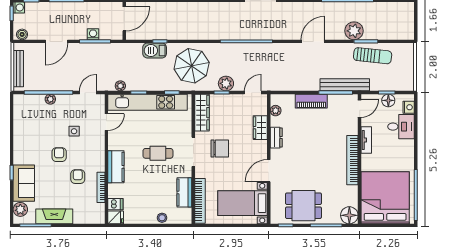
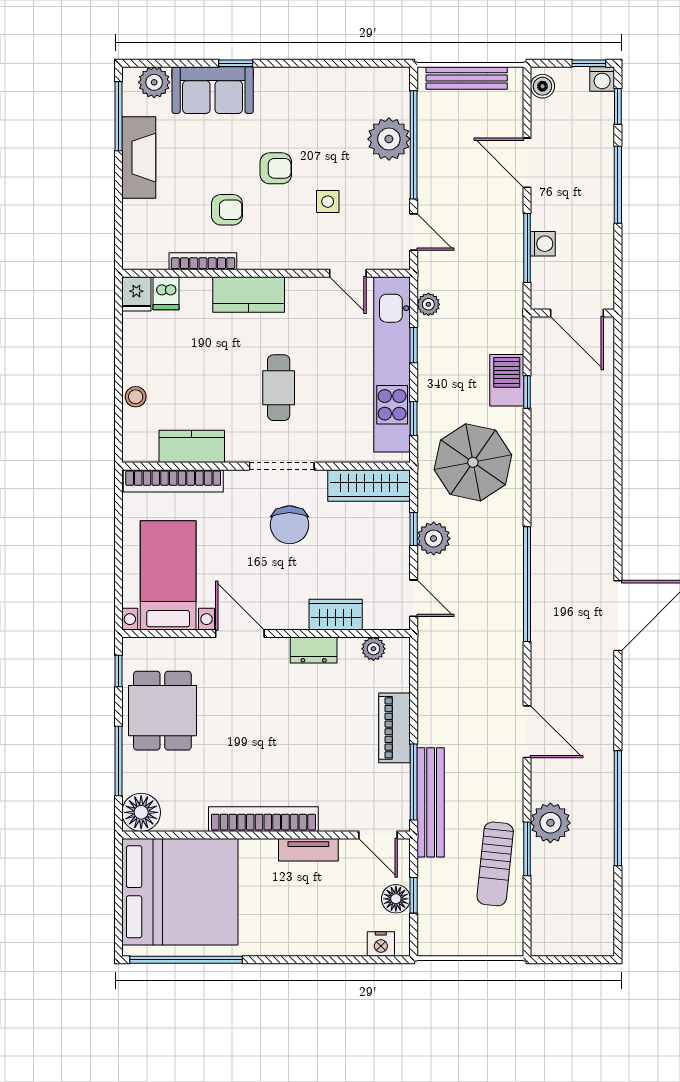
plant: (50, 99) -> (389, 139), width x1.87, depth x1.87
desk: (401, 127) -> (338, 927), removed

